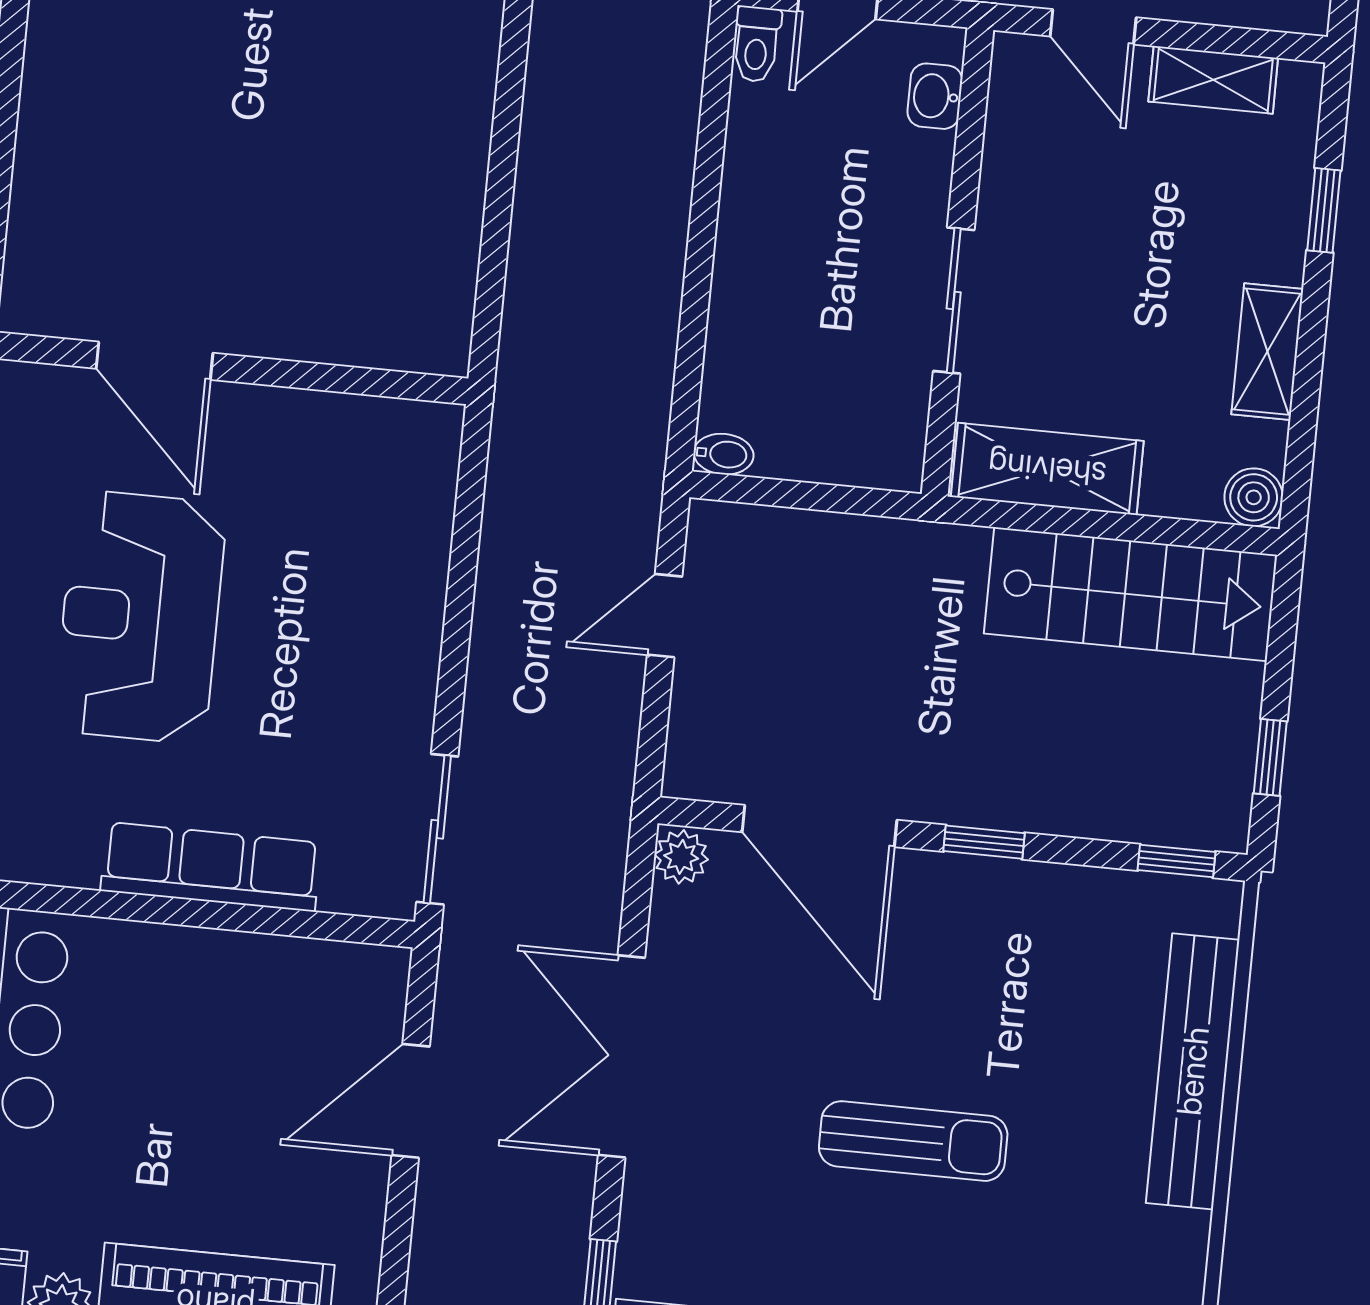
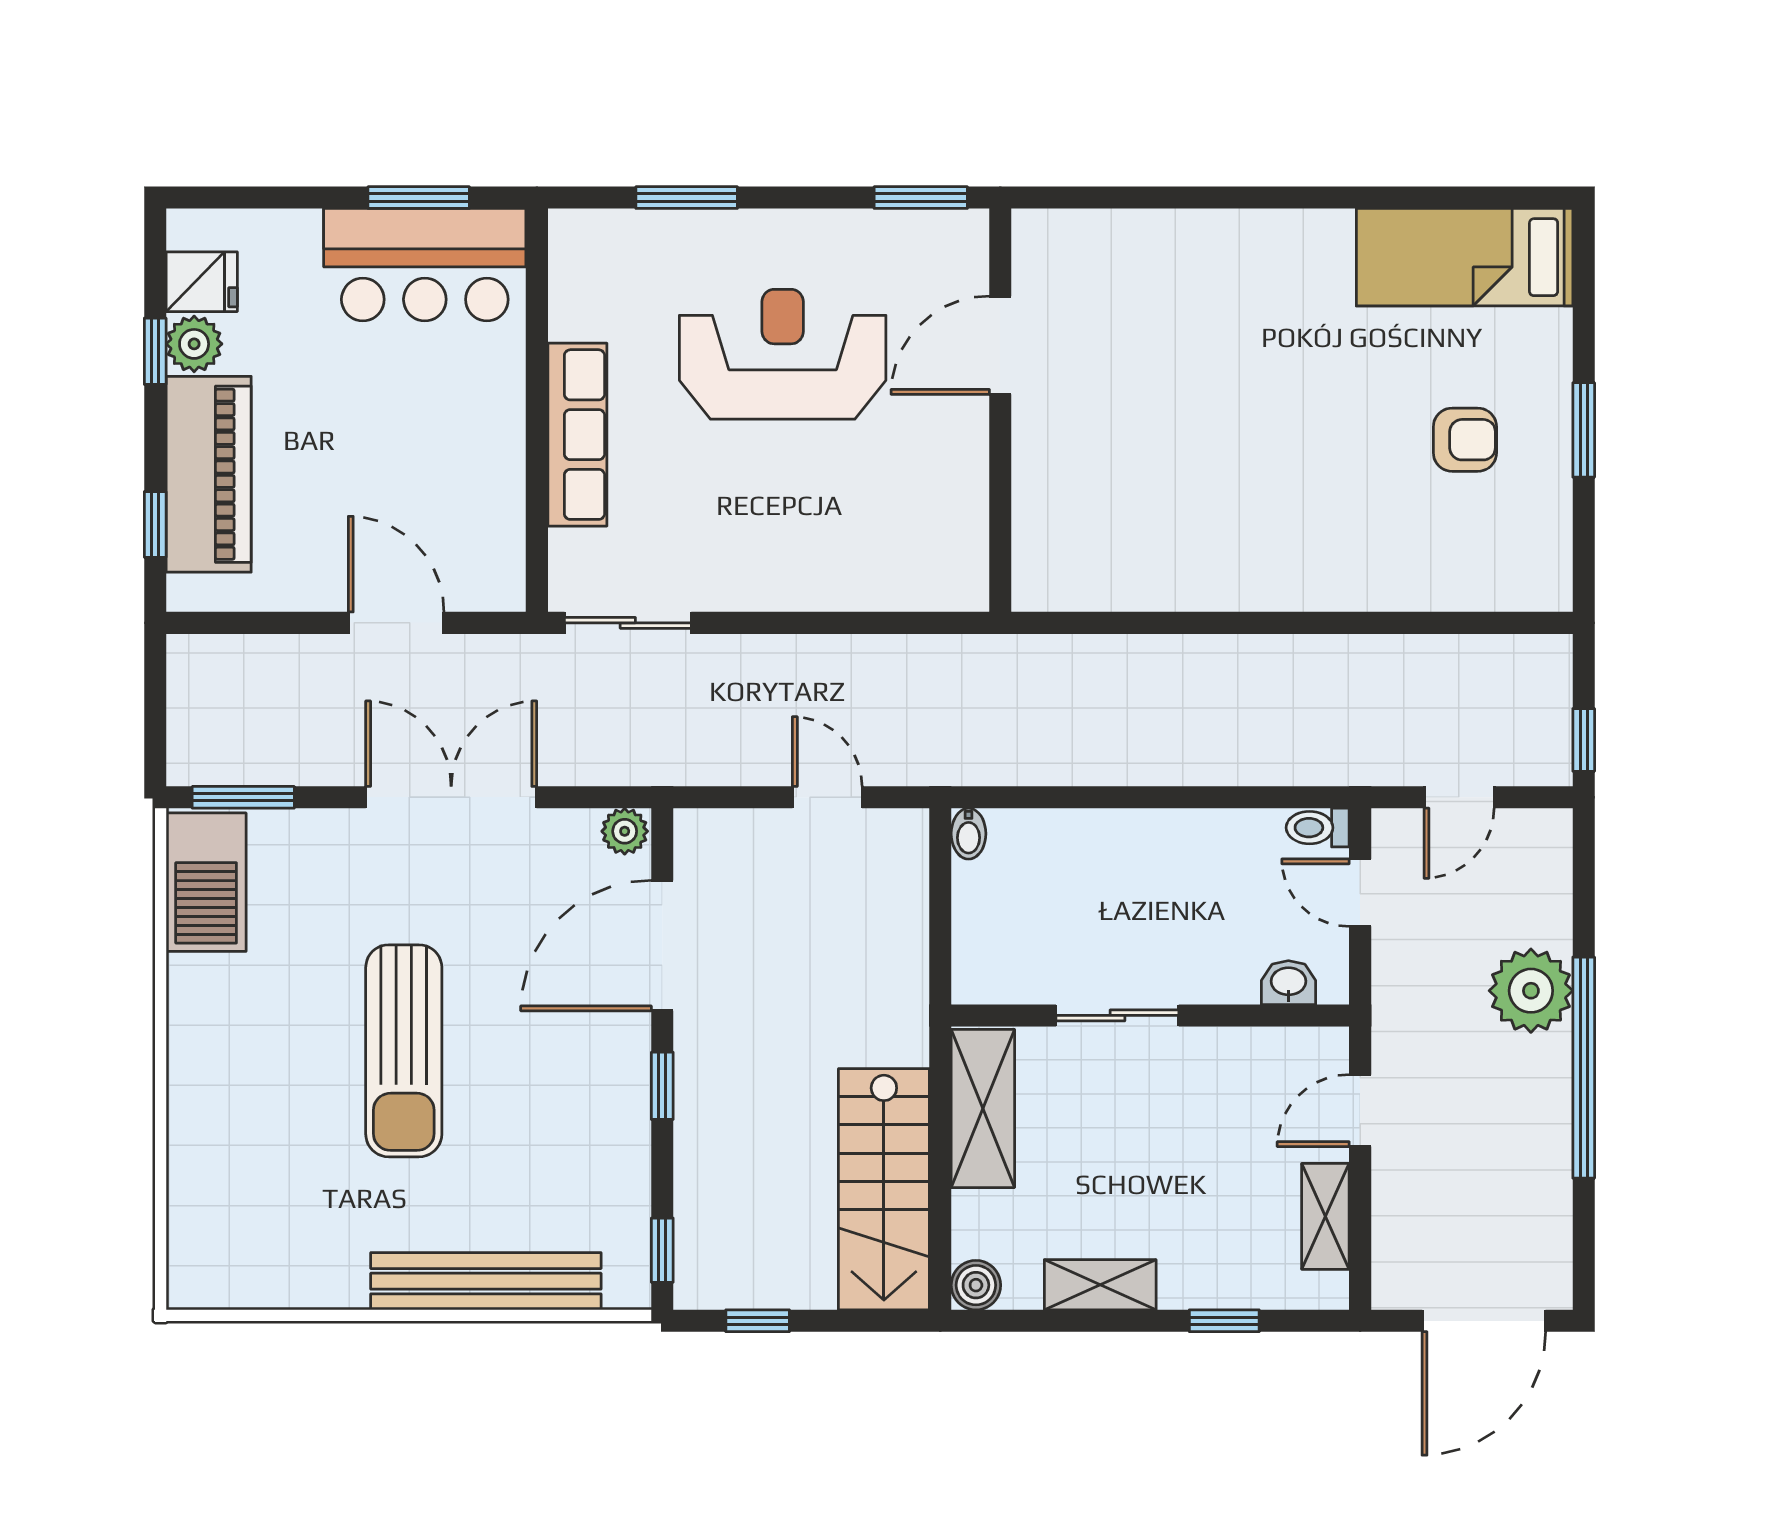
sun lounger: (913, 1141) -> (404, 1051), width x1.36, depth x1.34

